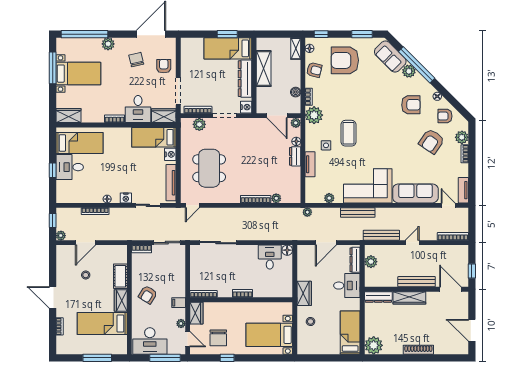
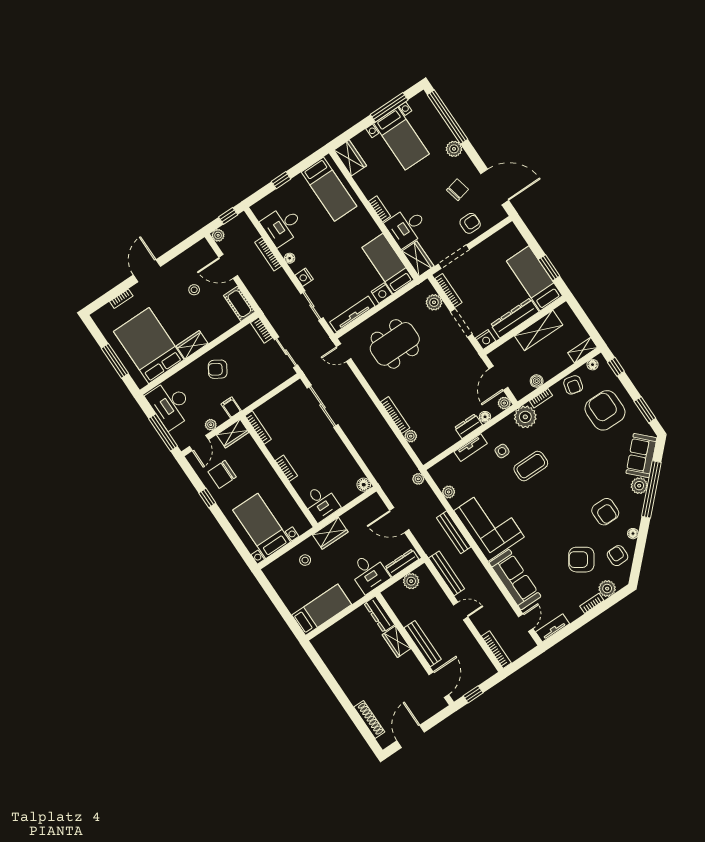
desk: (70, 167) -> (282, 226), moved, turned -90
desk: (270, 257) -> (321, 503), moved, turned 90
cot: (120, 276) -> (239, 304), moved, turned 90
wardrobe: (409, 298) -> (397, 642), width x0.67
bed: (102, 323) -> (149, 346), width x1.50
plant: (374, 345) -> (325, 644), removed
shoe rack: (418, 350) -> (369, 720), moved

